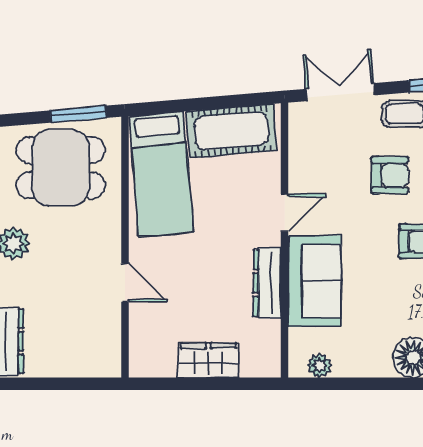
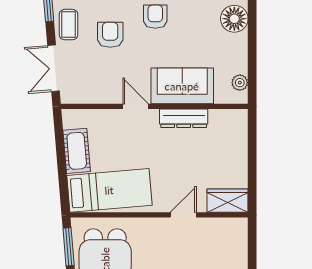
cot: (231, 131) -> (77, 151), width x0.73, depth x0.75
wardrobe: (208, 360) -> (228, 201), moved, turned 90

